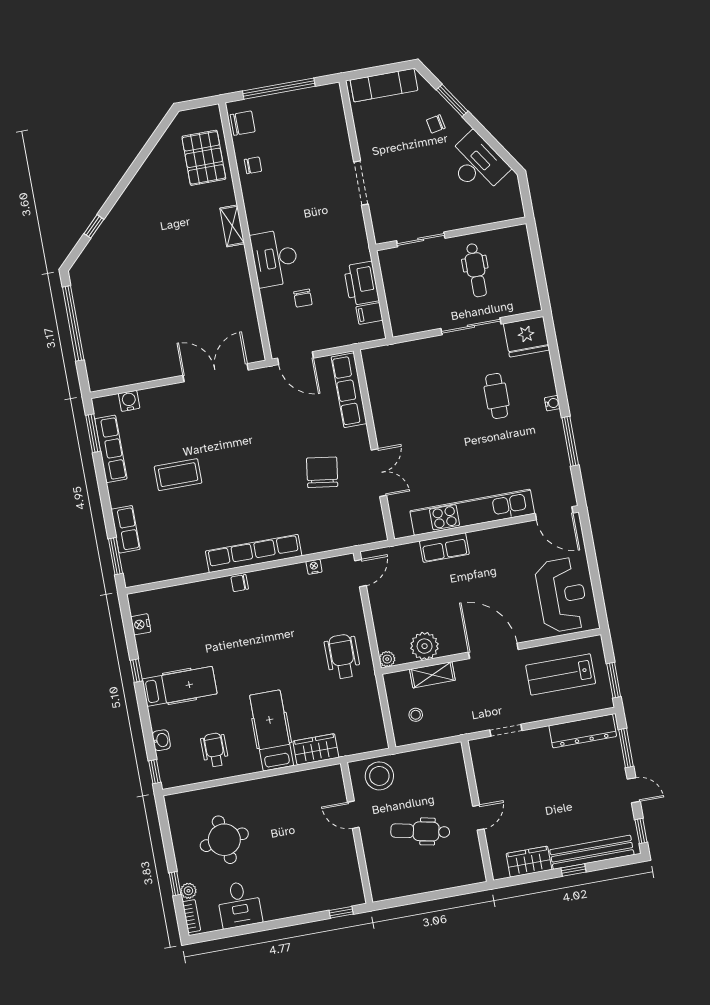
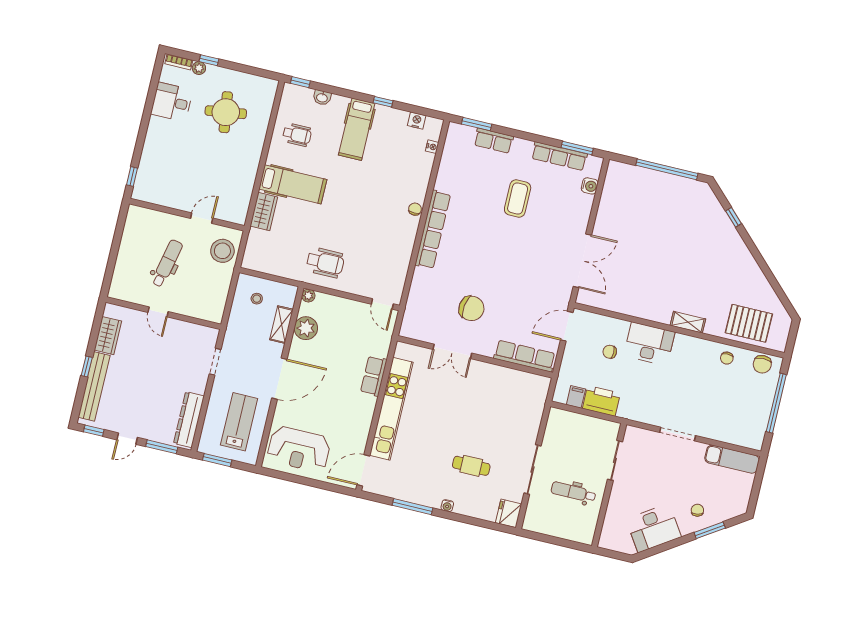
exam couch: (384, 85) -> (732, 459), moved, turned -90
fridge: (527, 337) -> (509, 513), width x0.73, depth x0.75
nightstand: (314, 567) -> (432, 147), moved

